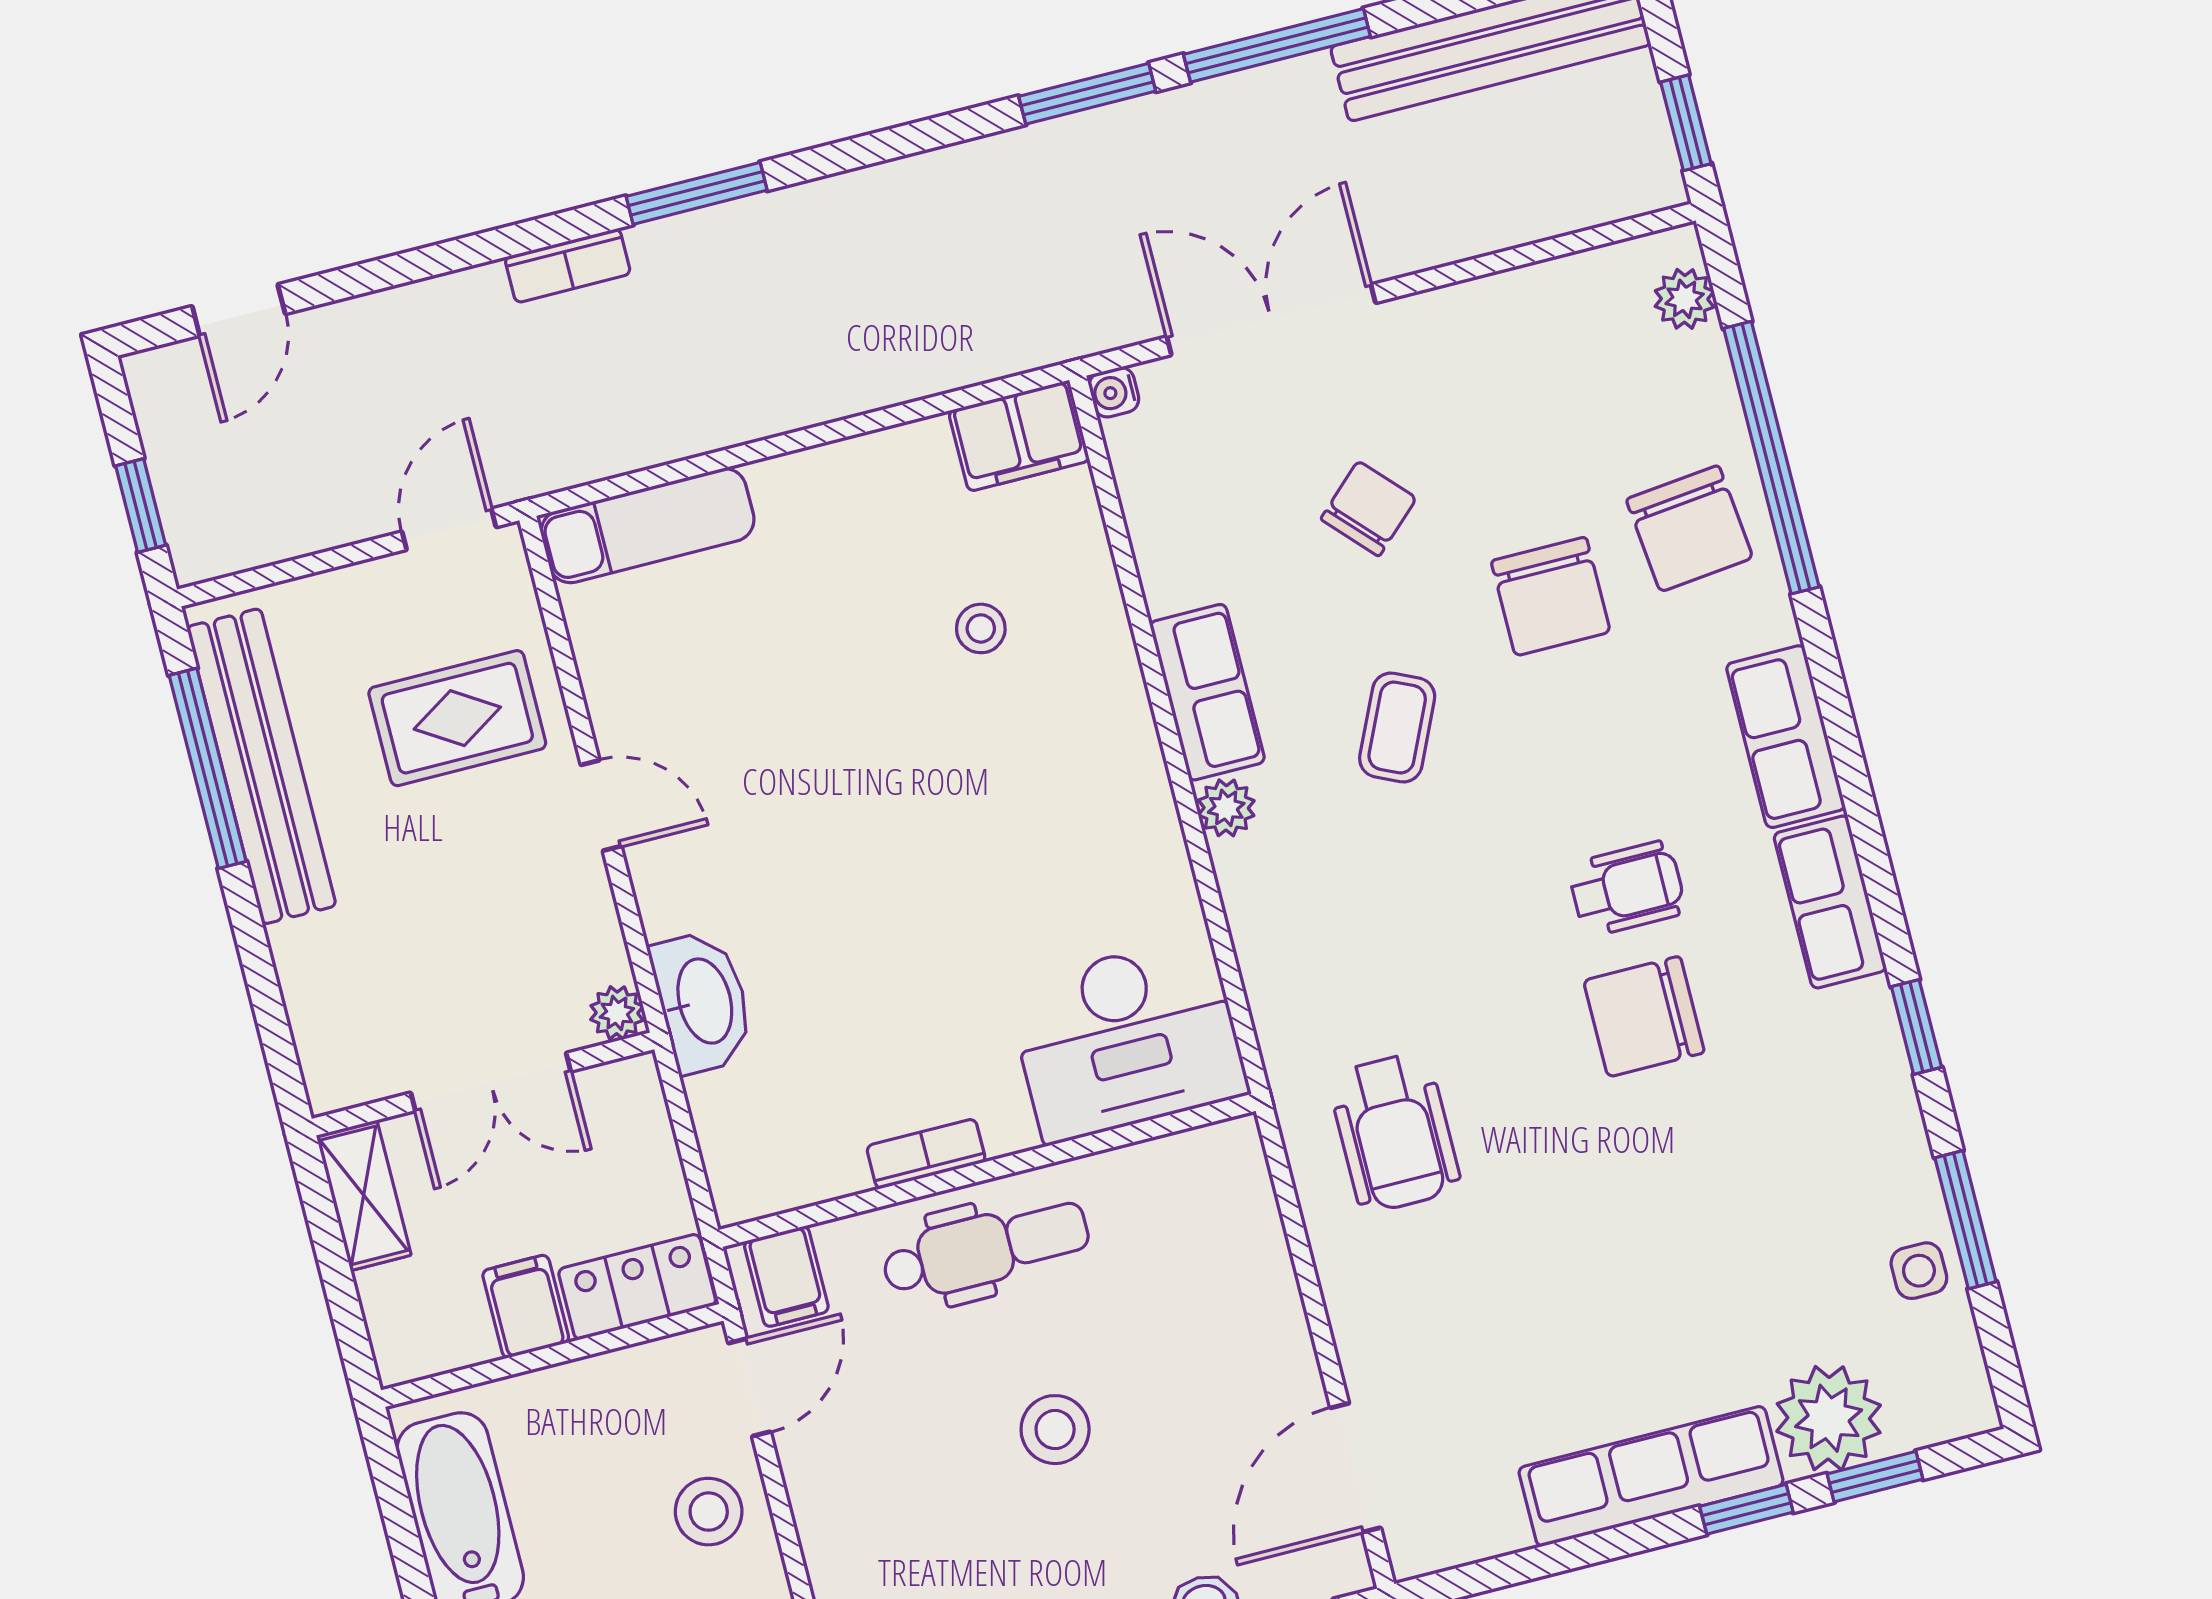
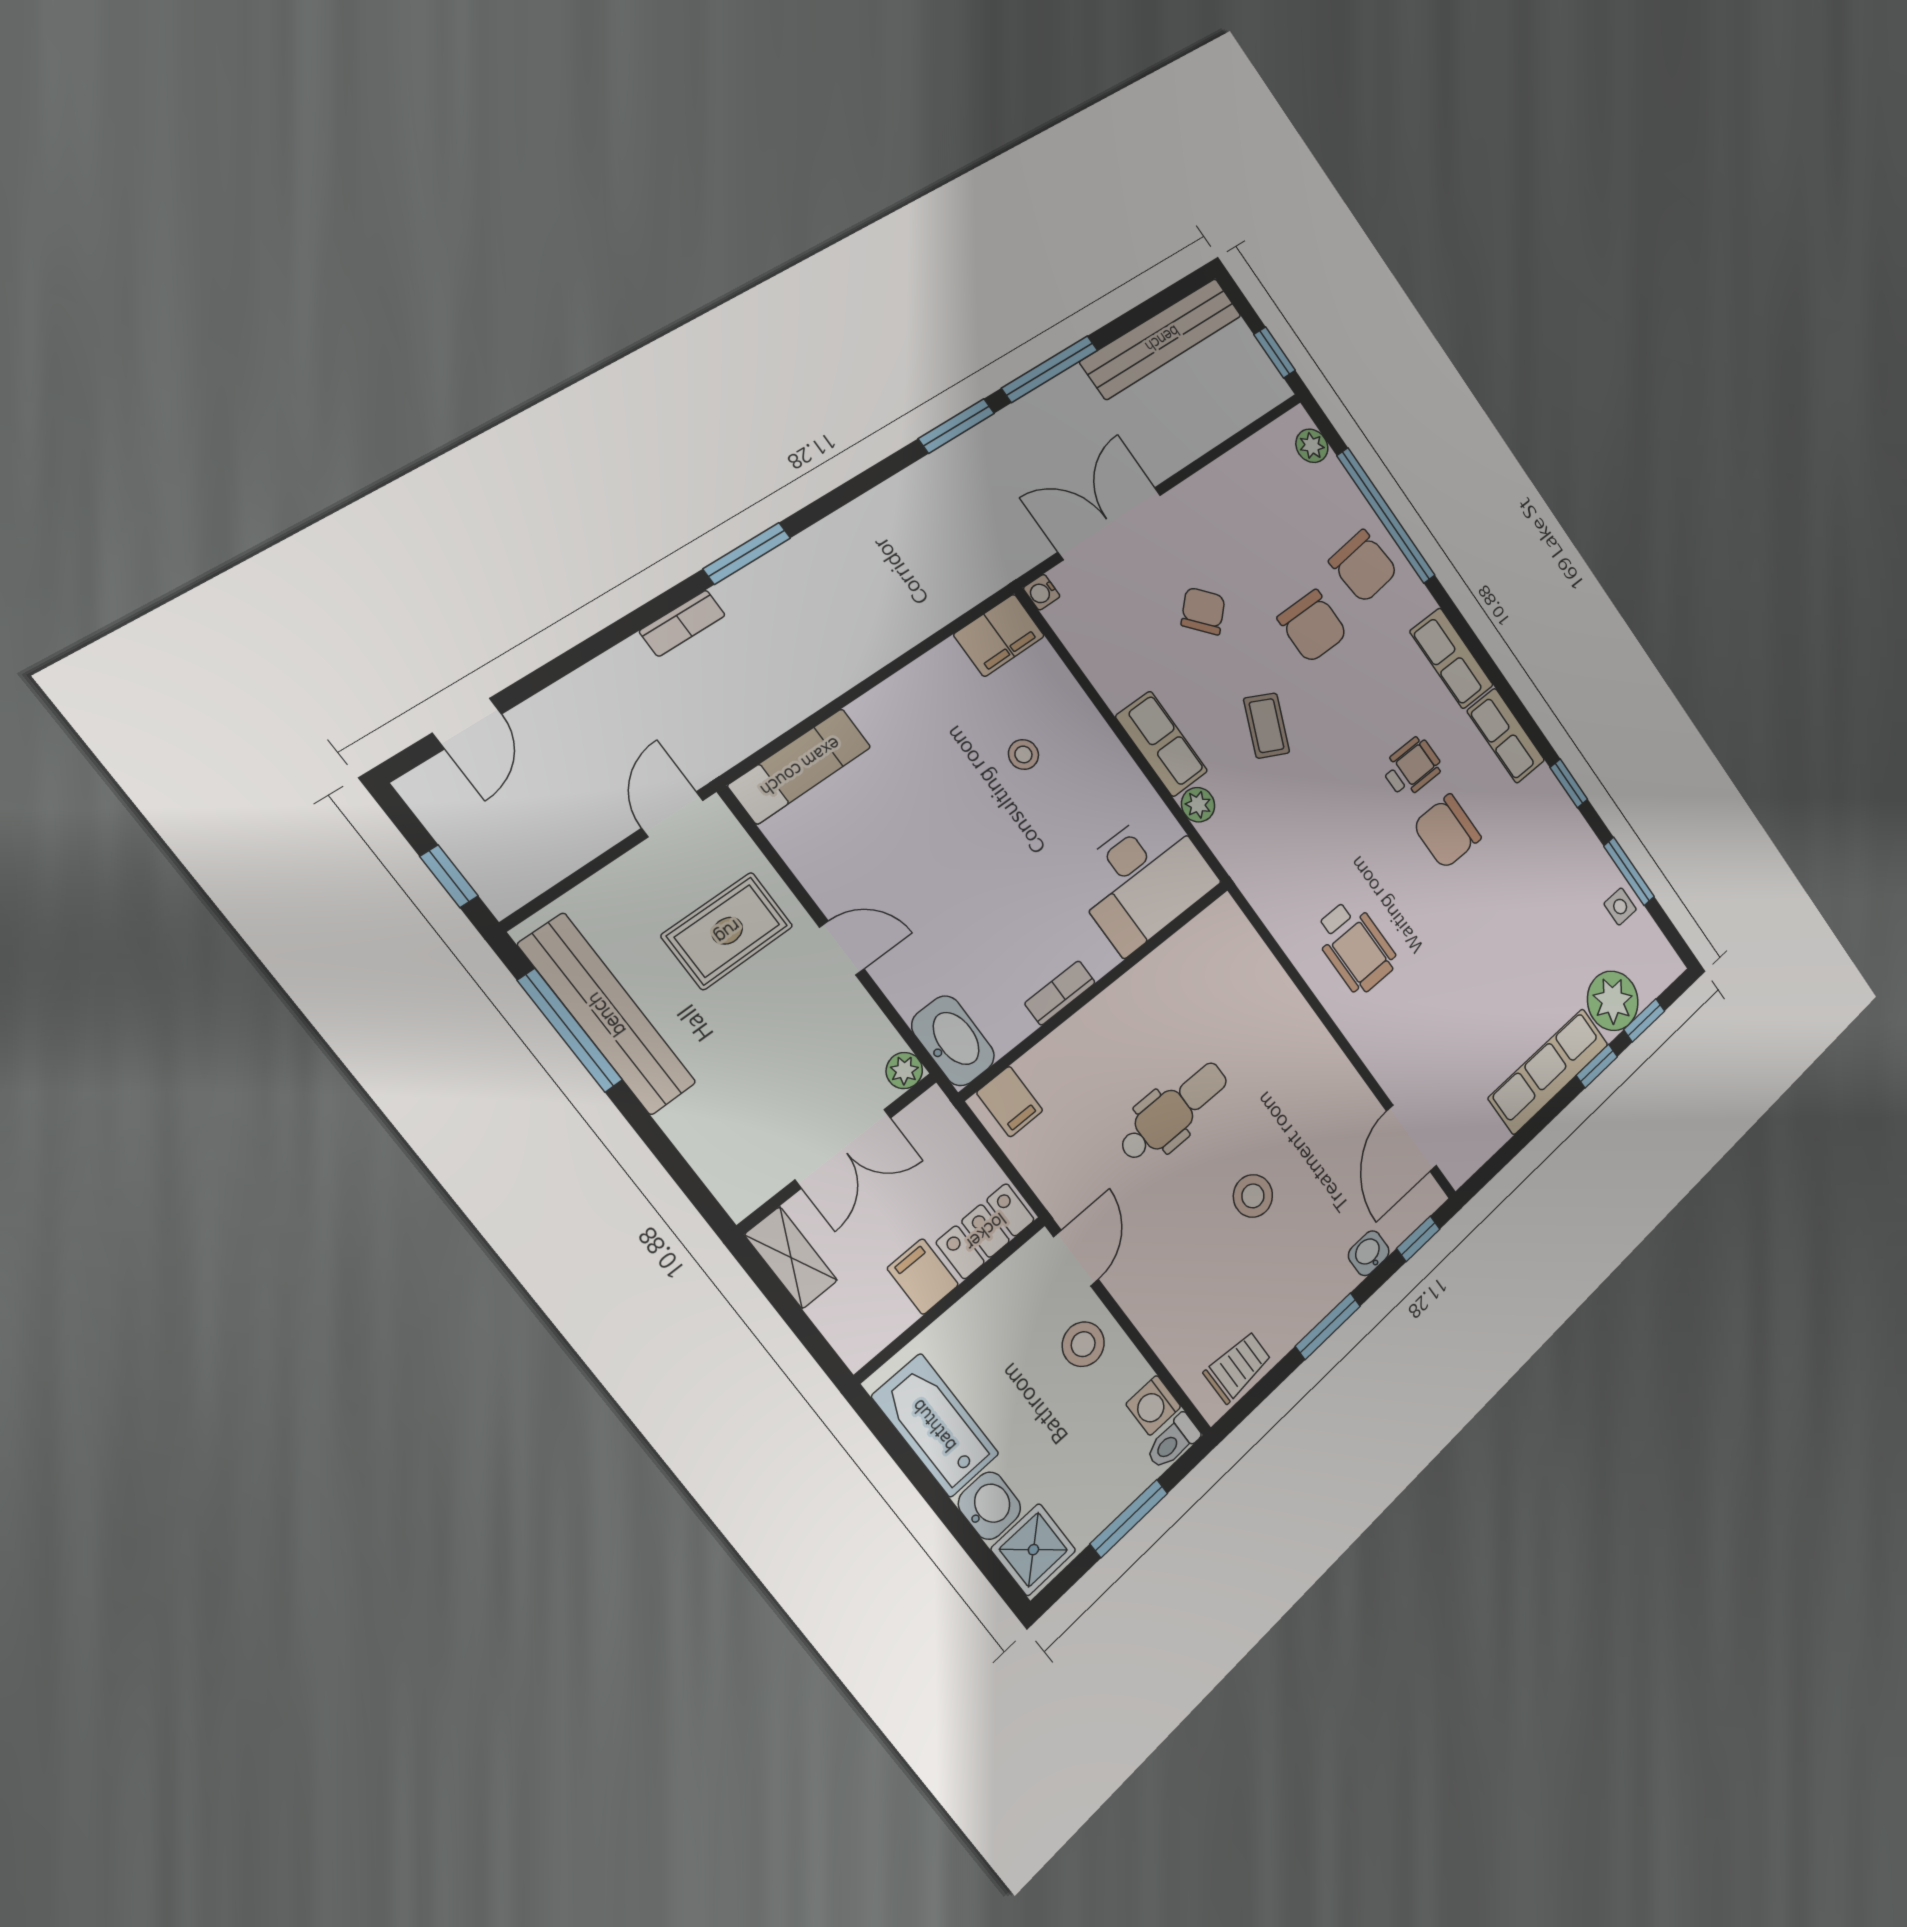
desk: (1127, 1039) -> (1143, 879), moved
bookcase: (926, 1154) -> (1060, 993), moved
wall: (987, 1171) -> (1098, 987), moved
filing cabinet: (786, 1276) -> (1010, 1102), moved

